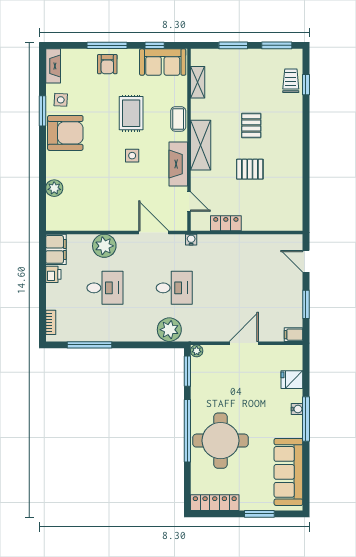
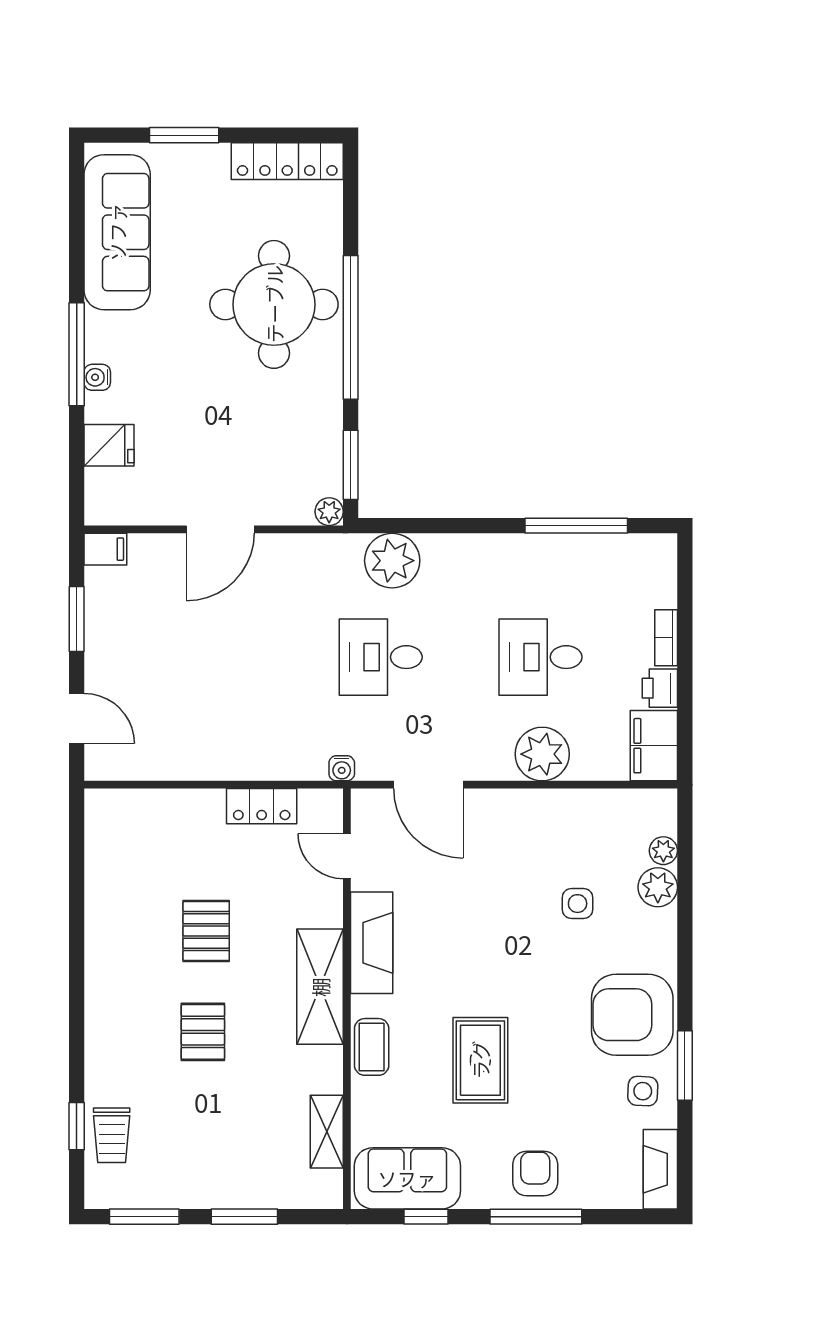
side table: (132, 156) -> (578, 904), moved
pallet: (250, 169) -> (206, 931), turned 90
plant: (52, 204) -> (663, 851), added
bookcase: (51, 322) -> (666, 638), moved

